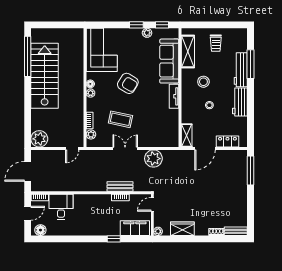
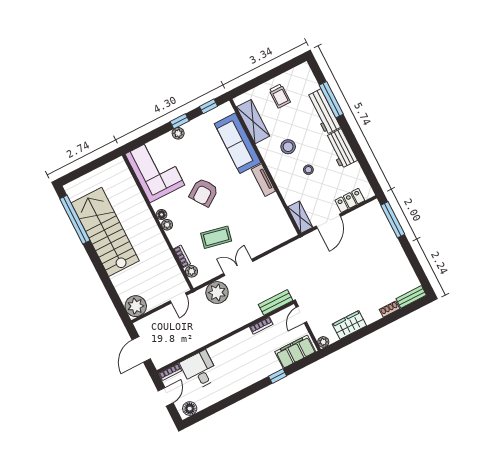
plant: (147, 33) -> (178, 133), moved
armchair: (128, 83) -> (204, 192), turned 114
plant: (153, 159) -> (217, 293), moved
bench: (120, 186) -> (276, 302), moved

